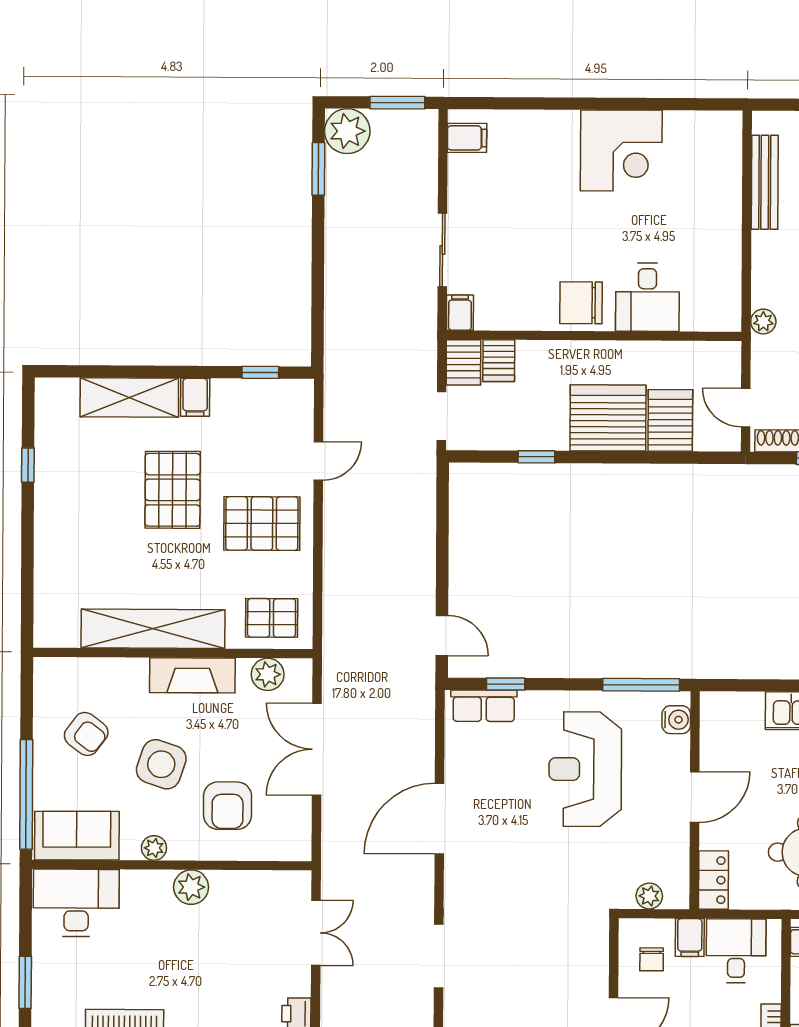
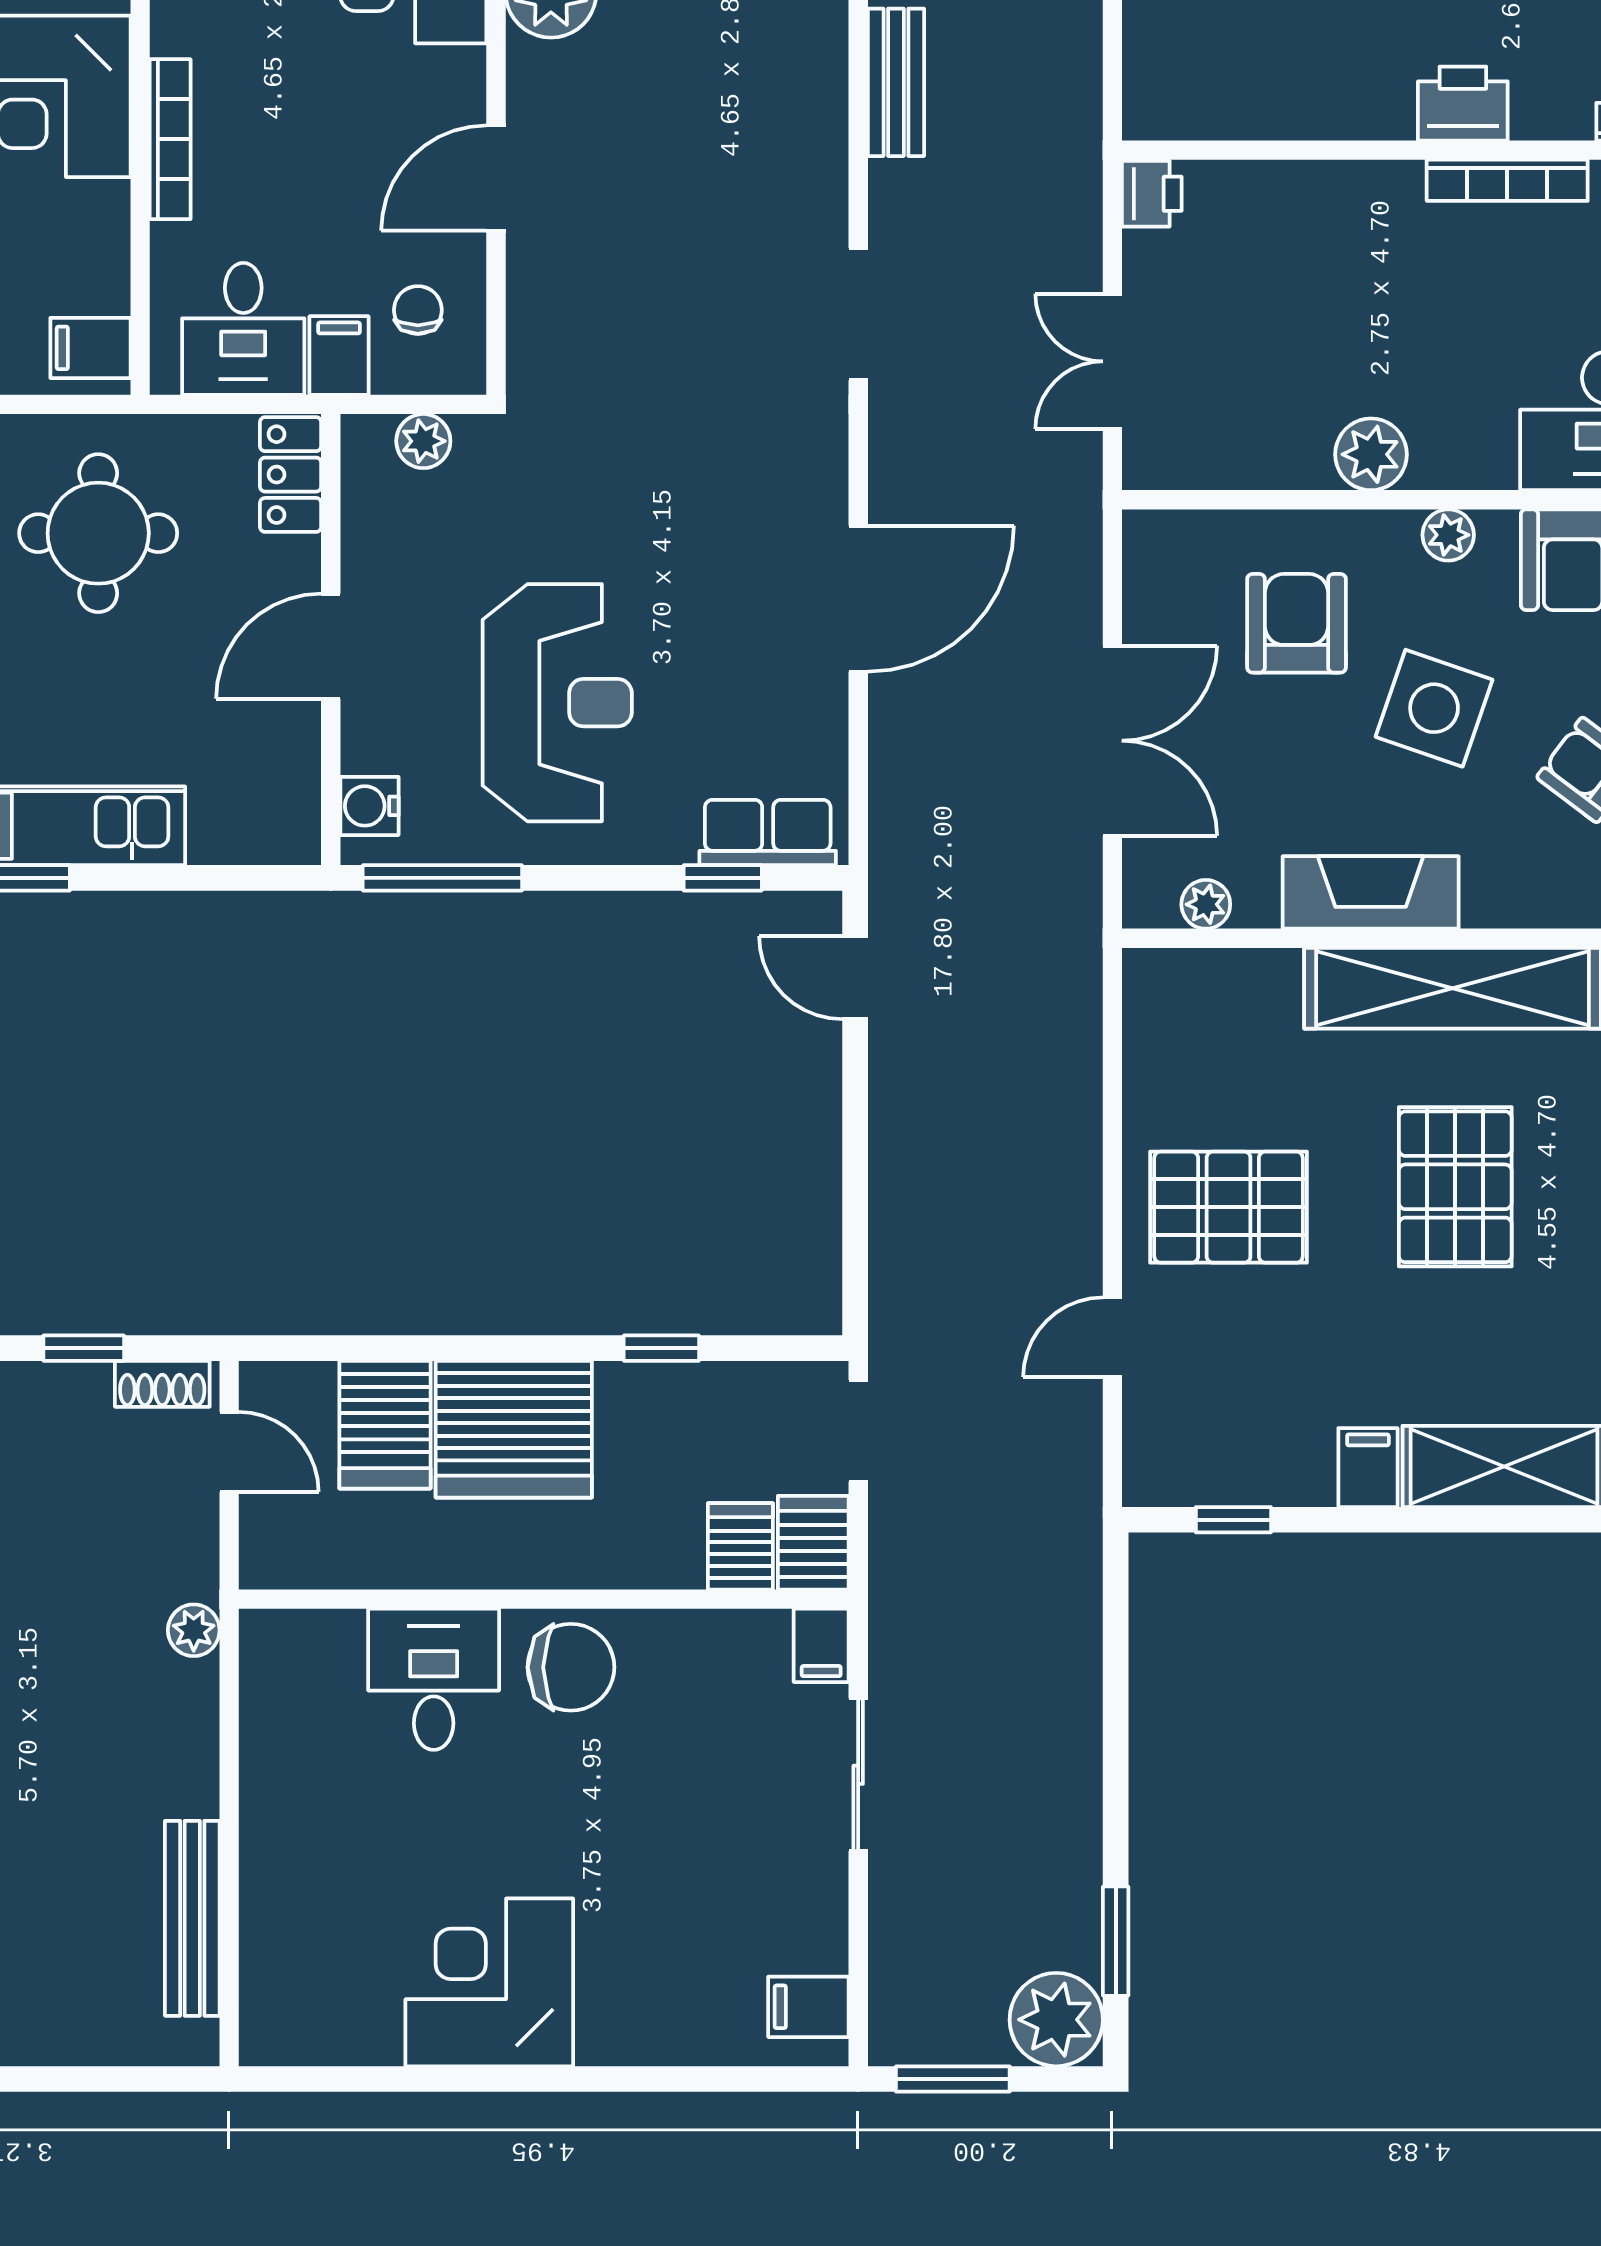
pallet: (173, 490) -> (1455, 1187), moved
pallet: (272, 618) -> (1207, 1012), removed
plant: (268, 674) -> (1206, 904), width x0.73, depth x0.73

